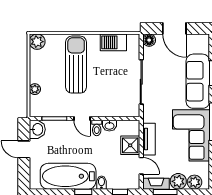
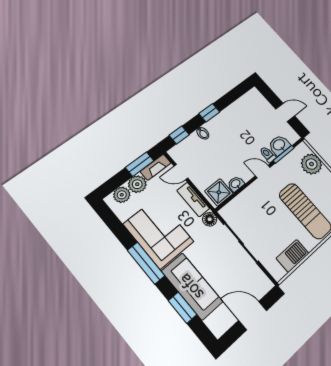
floor lamp: (149, 40) -> (210, 219), moved
plant: (35, 89) -> (311, 164), width x1.88, depth x1.88
toilet: (97, 128) -> (268, 155), moved
washbasin: (37, 129) -> (279, 145), moved, turned 90
shower: (130, 145) -> (219, 192), moved
bathtub: (68, 176) -> (234, 118), removed

